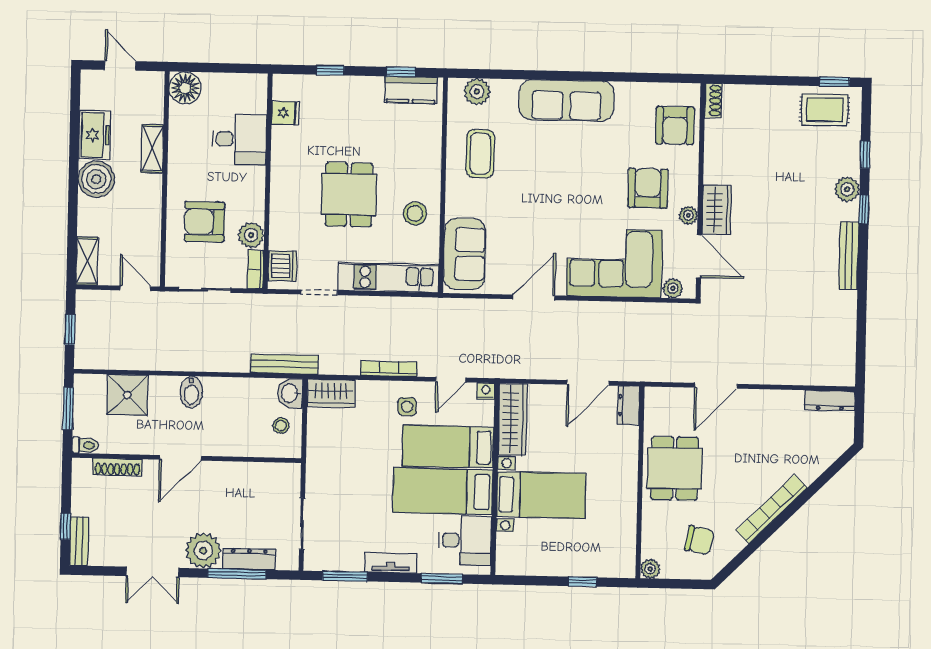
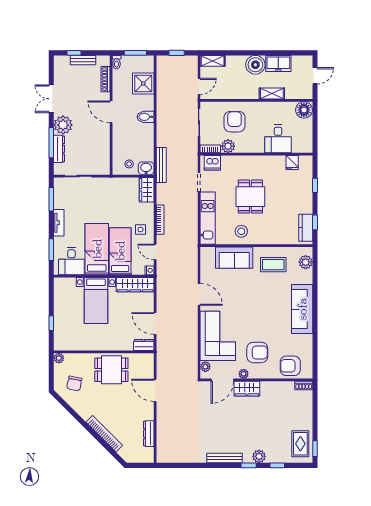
dining table: (349, 195) -> (250, 197), turned 90
sofa: (465, 254) -> (234, 258), moved
dresser: (830, 400) -> (149, 434), moved
bookcase: (772, 509) -> (104, 434), moved
bench: (79, 541) -> (83, 60), moved

